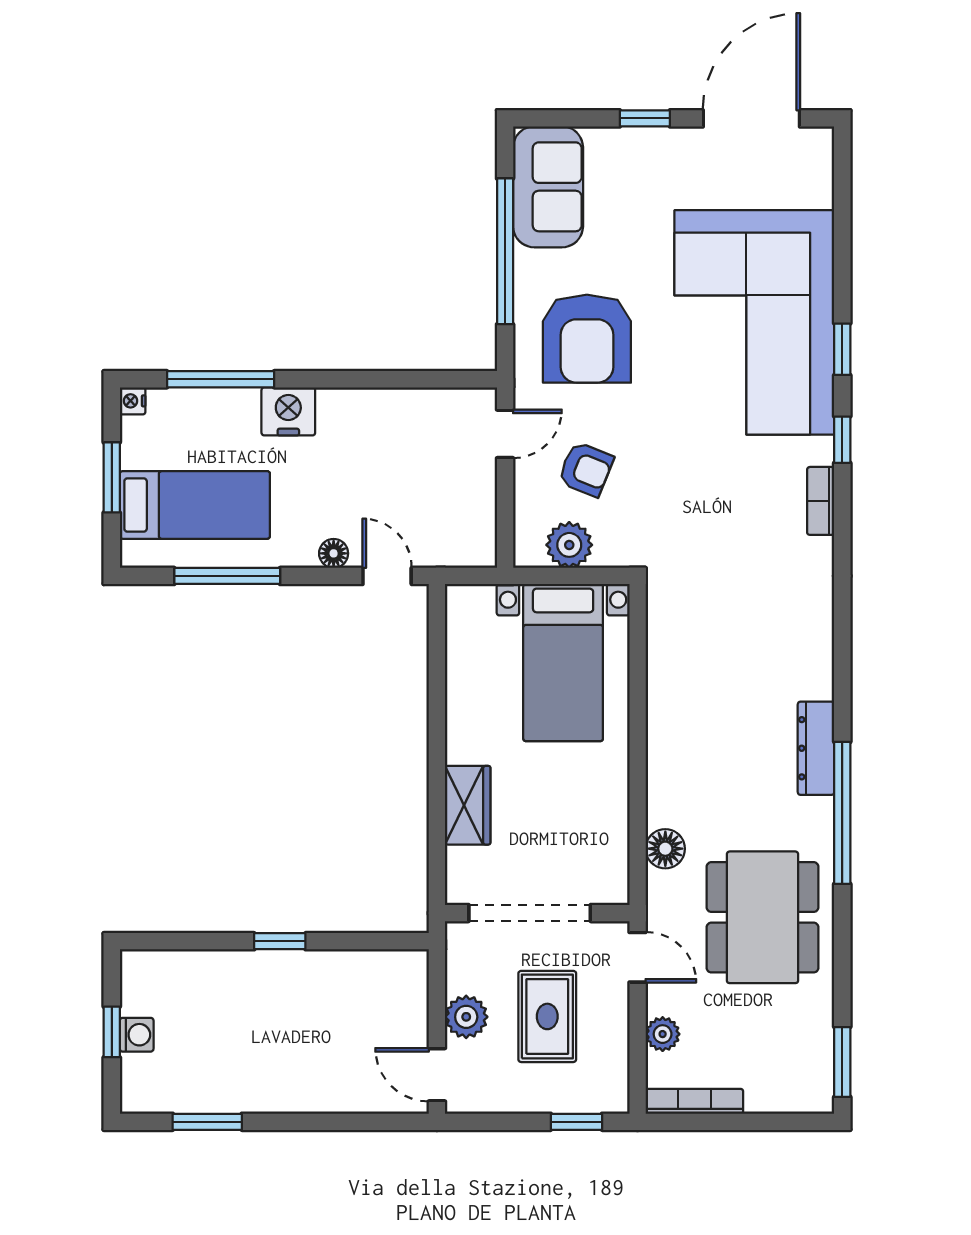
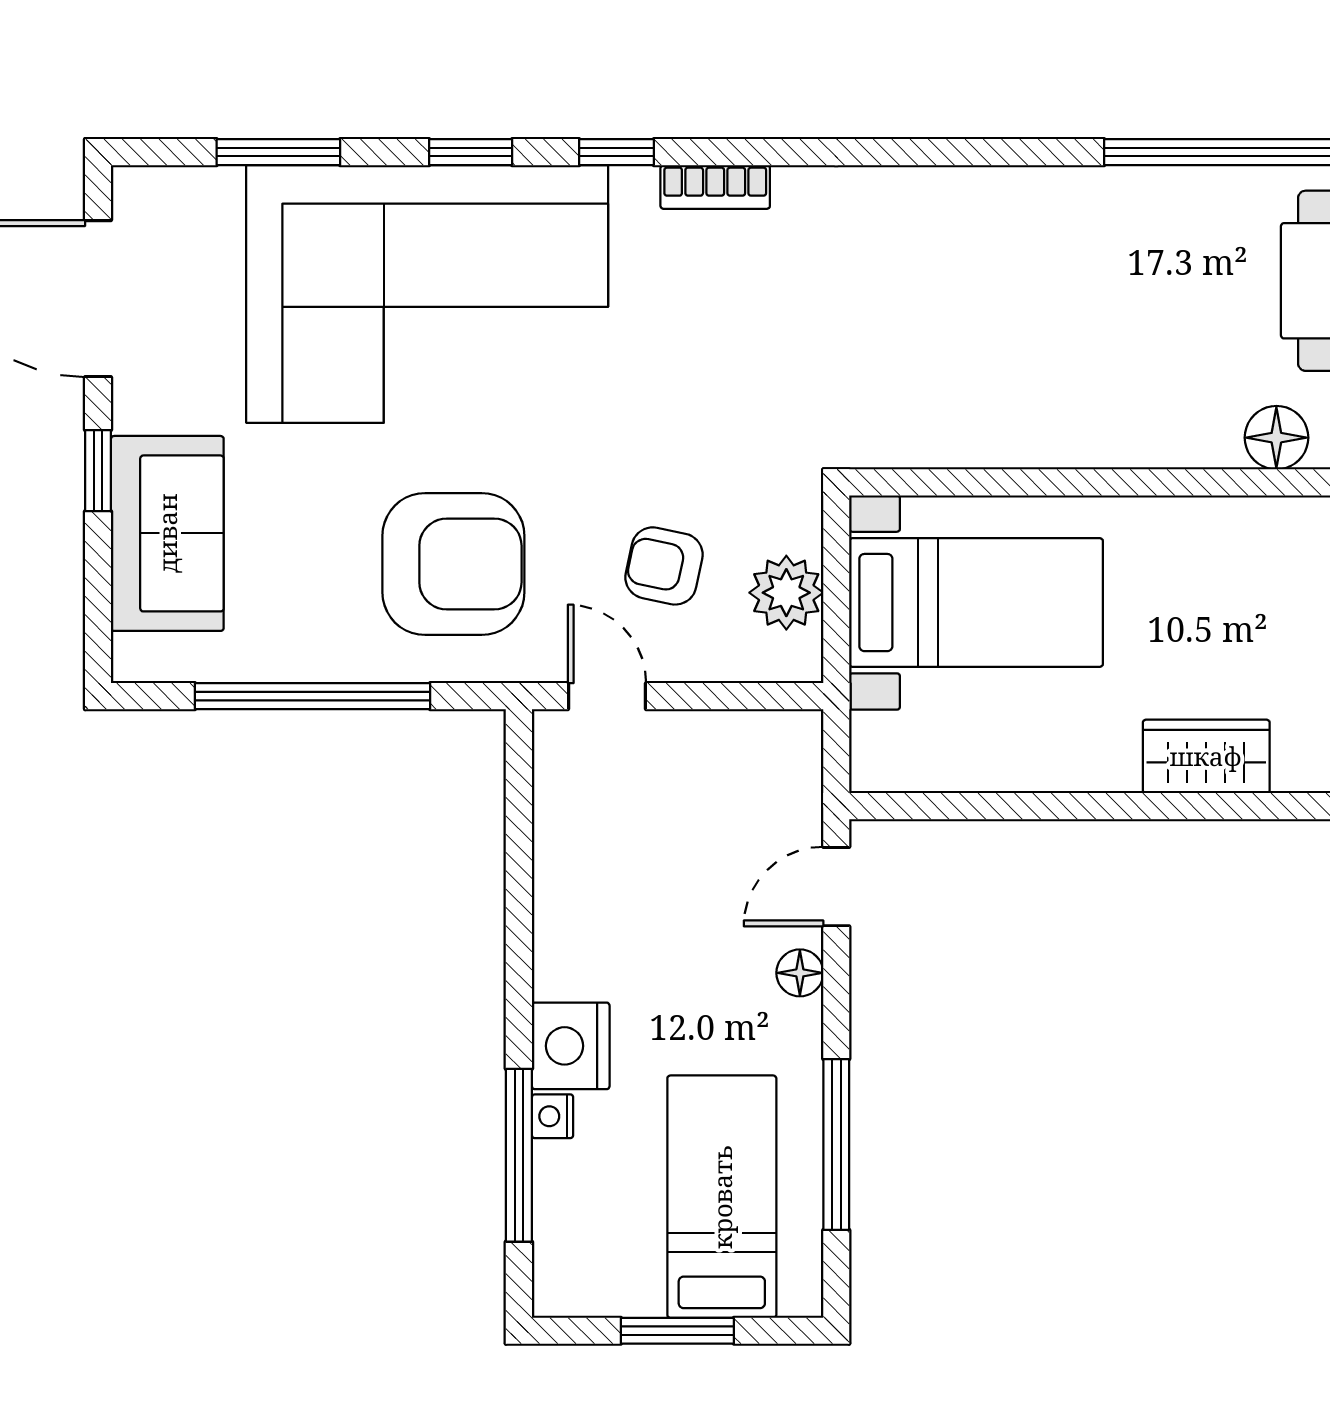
sofa: (548, 187) -> (167, 533), moved, turned 90
window: (842, 230) -> (278, 152), added
nightstand: (133, 401) -> (553, 1116), moved, turned 90
armchair: (586, 469) -> (664, 566), turned -100
dresser: (816, 748) -> (1114, 194), removed

